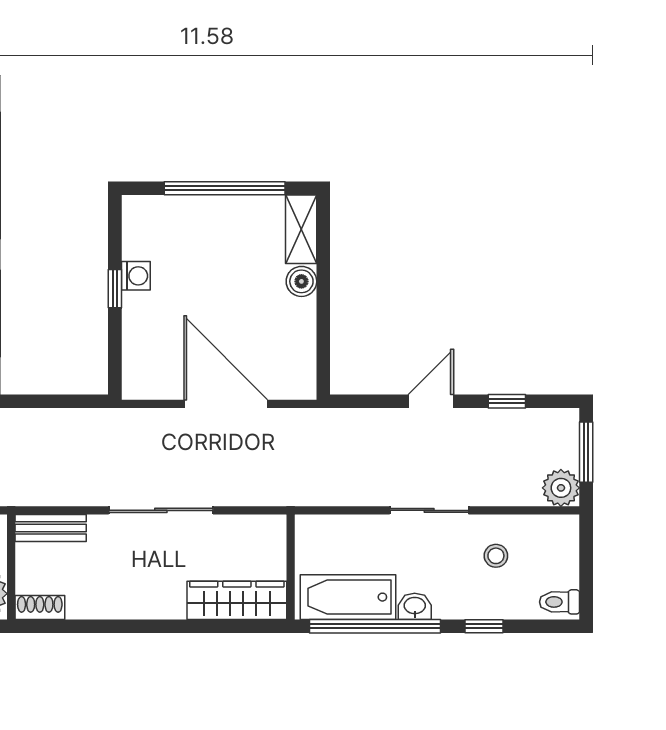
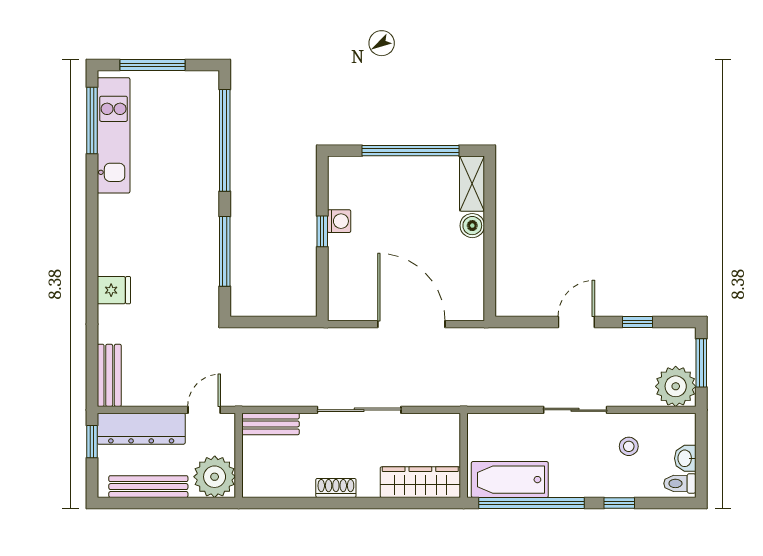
plant: (561, 488) -> (676, 386), width x1.36, depth x1.36
washbasin: (415, 606) -> (685, 458), moved, turned -90
shoe rack: (40, 607) -> (336, 488), moved

